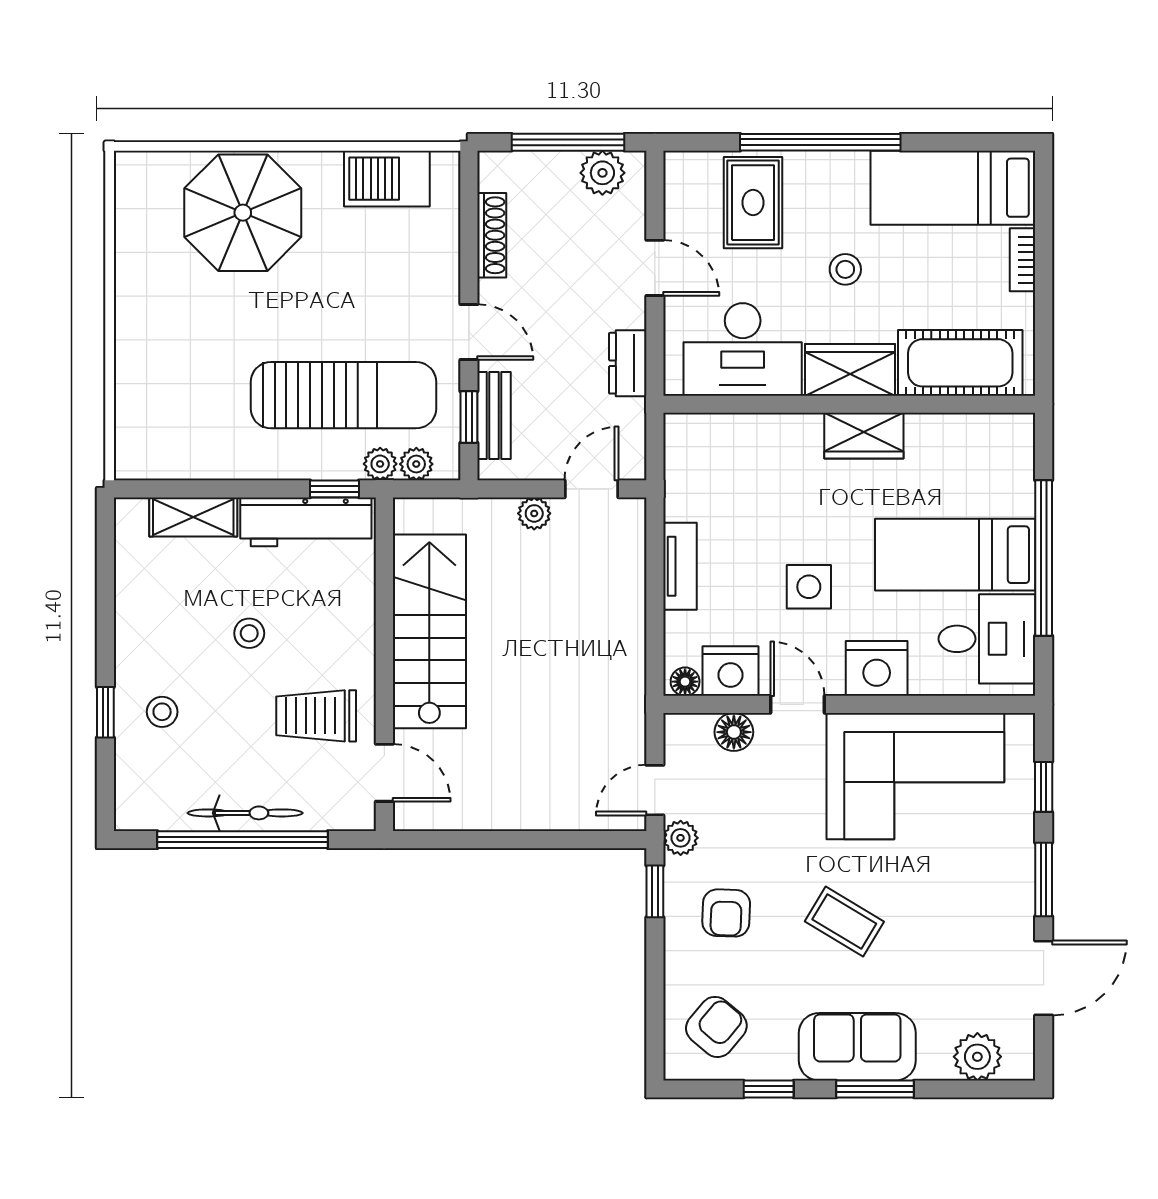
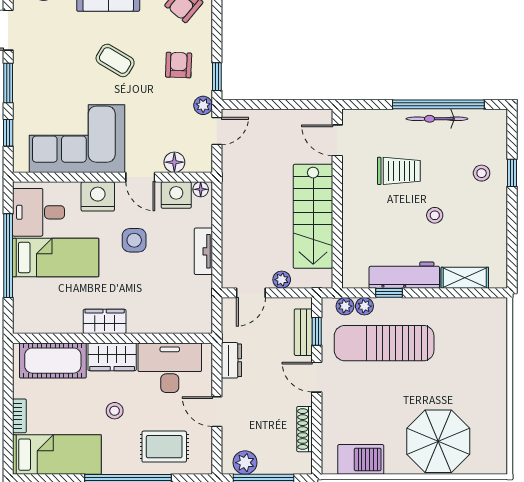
rug: (753, 203) -> (164, 447), turned 90
stairs: (429, 631) -> (313, 216), moved
wall: (384, 664) -> (337, 199), moved
door: (384, 773) -> (337, 140), moved

